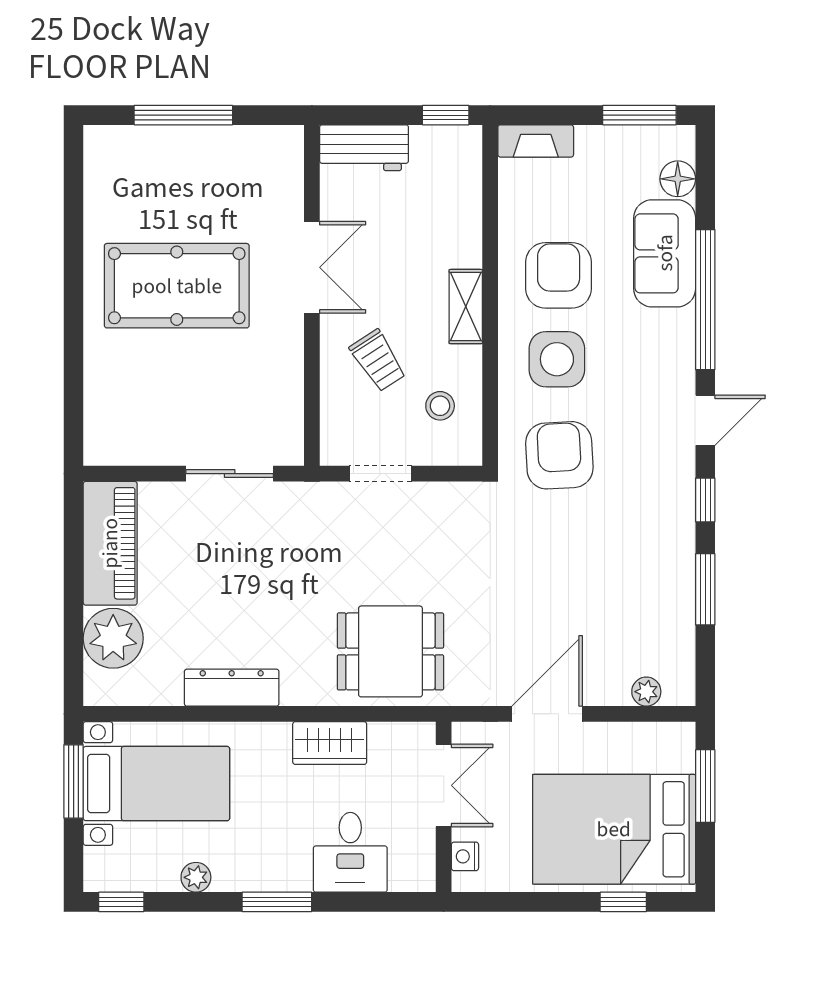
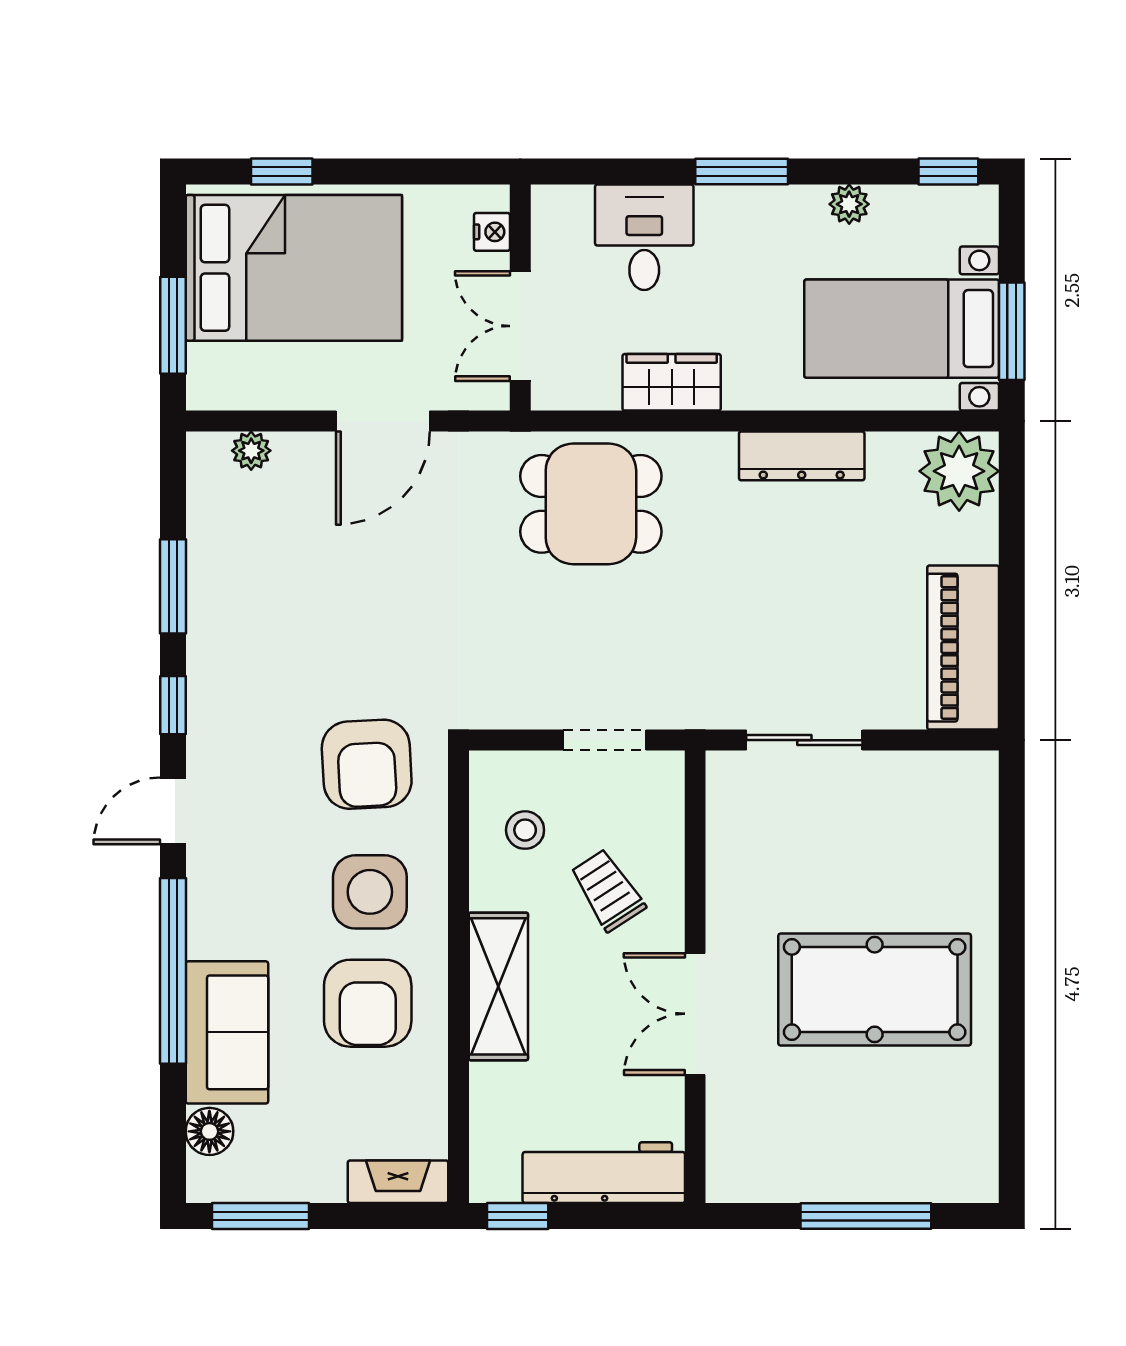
workbench: (364, 148) -> (604, 1173), width x1.37
shelving: (466, 307) -> (498, 986), width x1.50, depth x1.33
plant: (113, 638) -> (959, 471), moved

